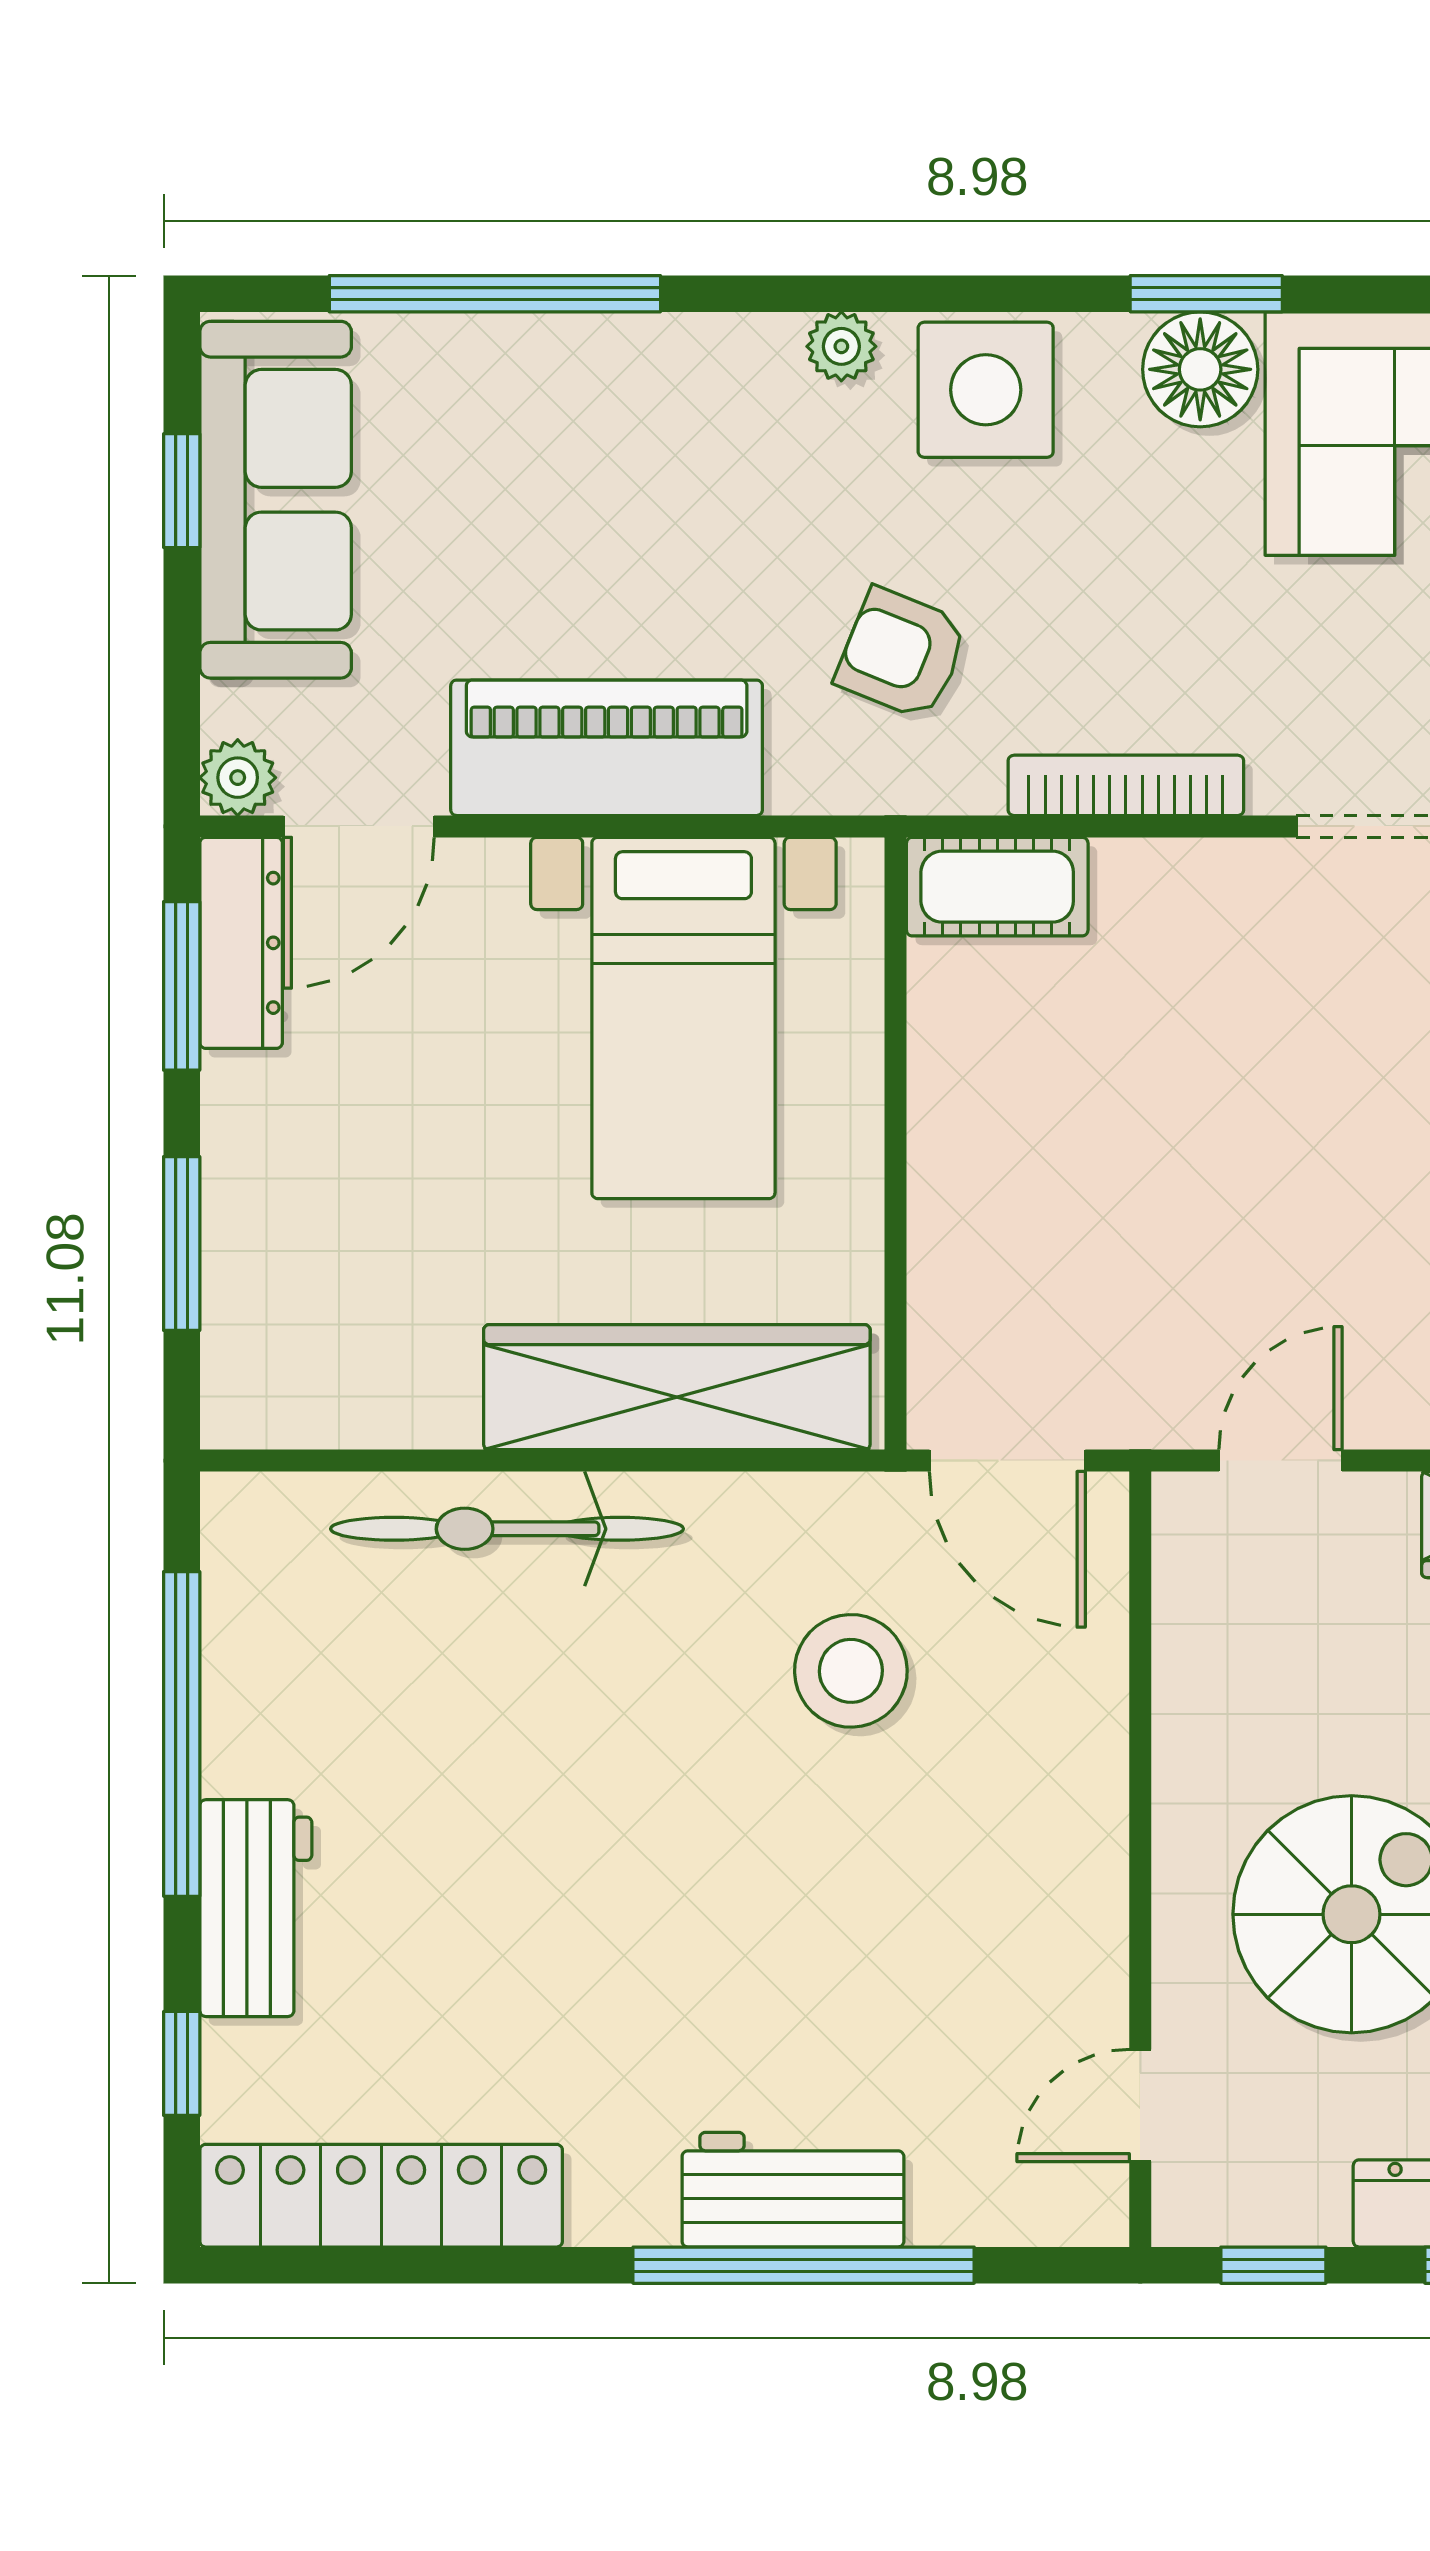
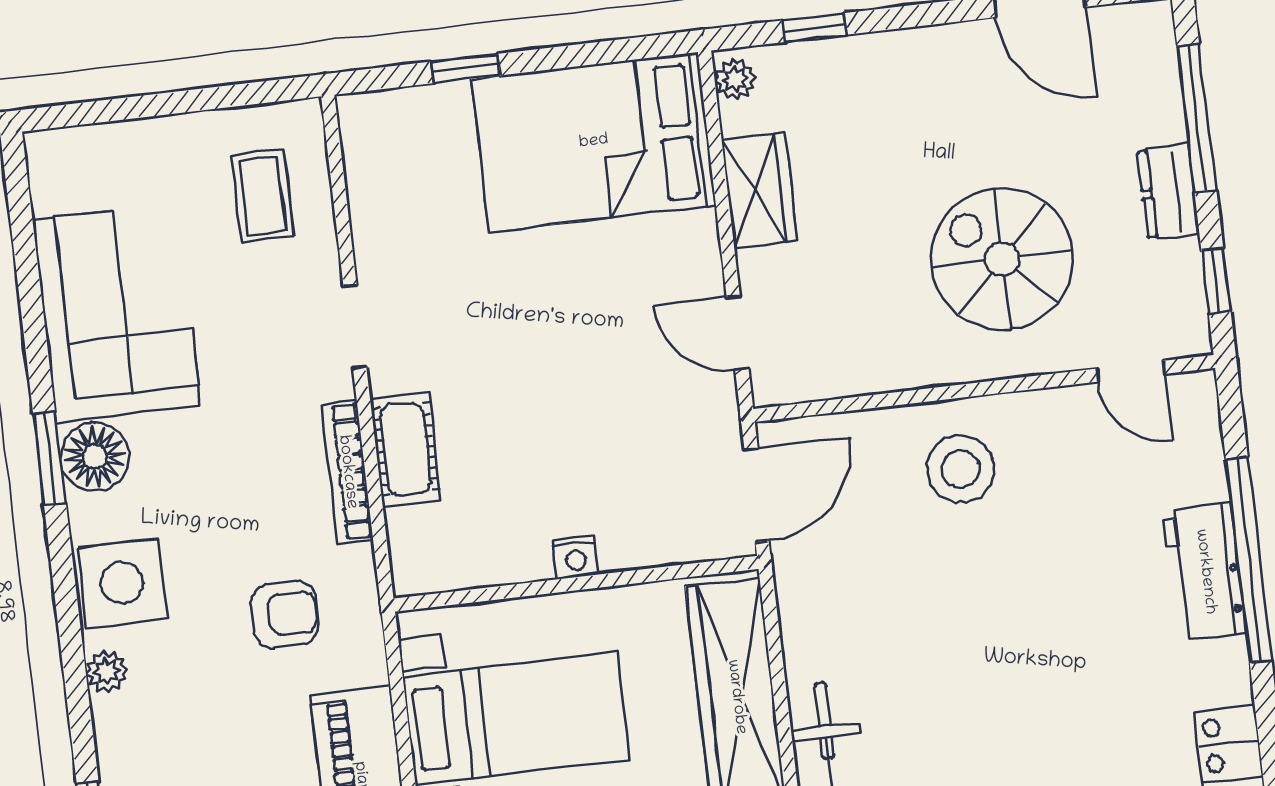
armchair: (902, 654) -> (285, 614), turned -112
cot: (997, 887) -> (406, 449), moved
nightstand: (939, 1148) -> (576, 557), added
stool: (851, 1671) -> (961, 469), moved

